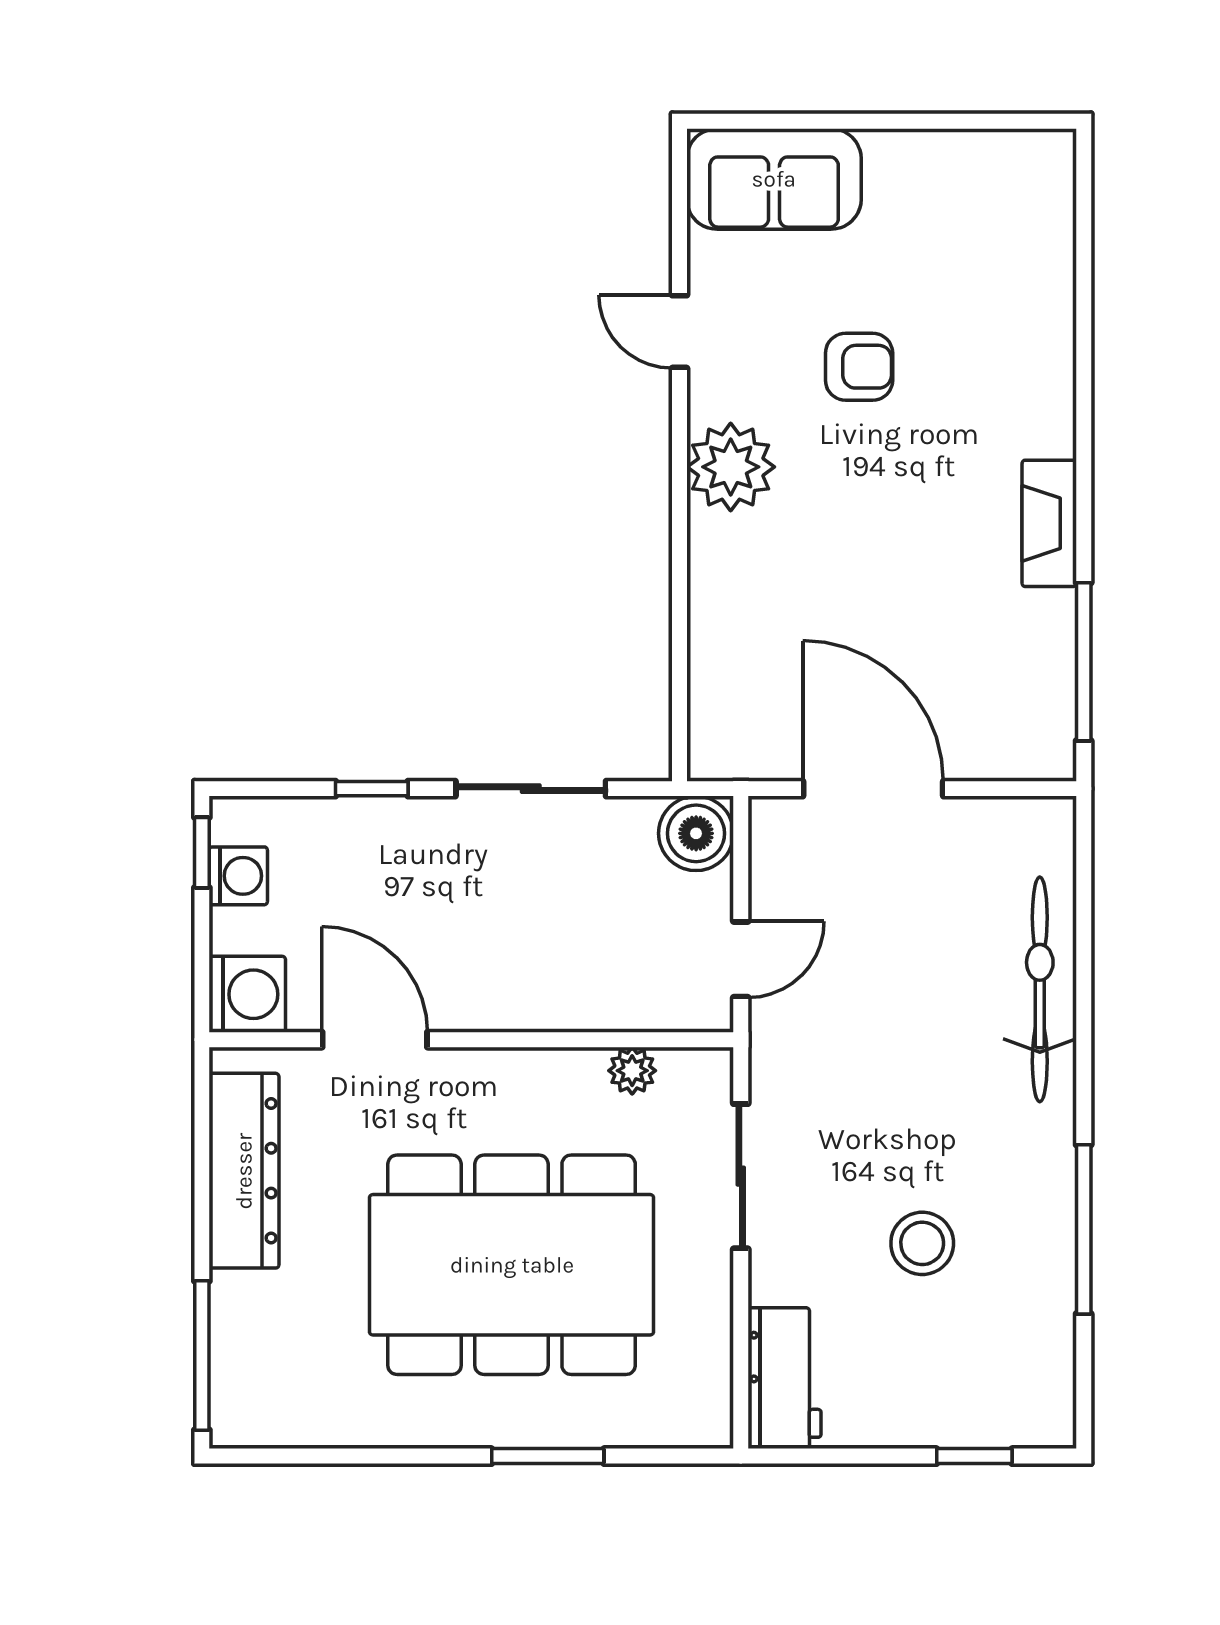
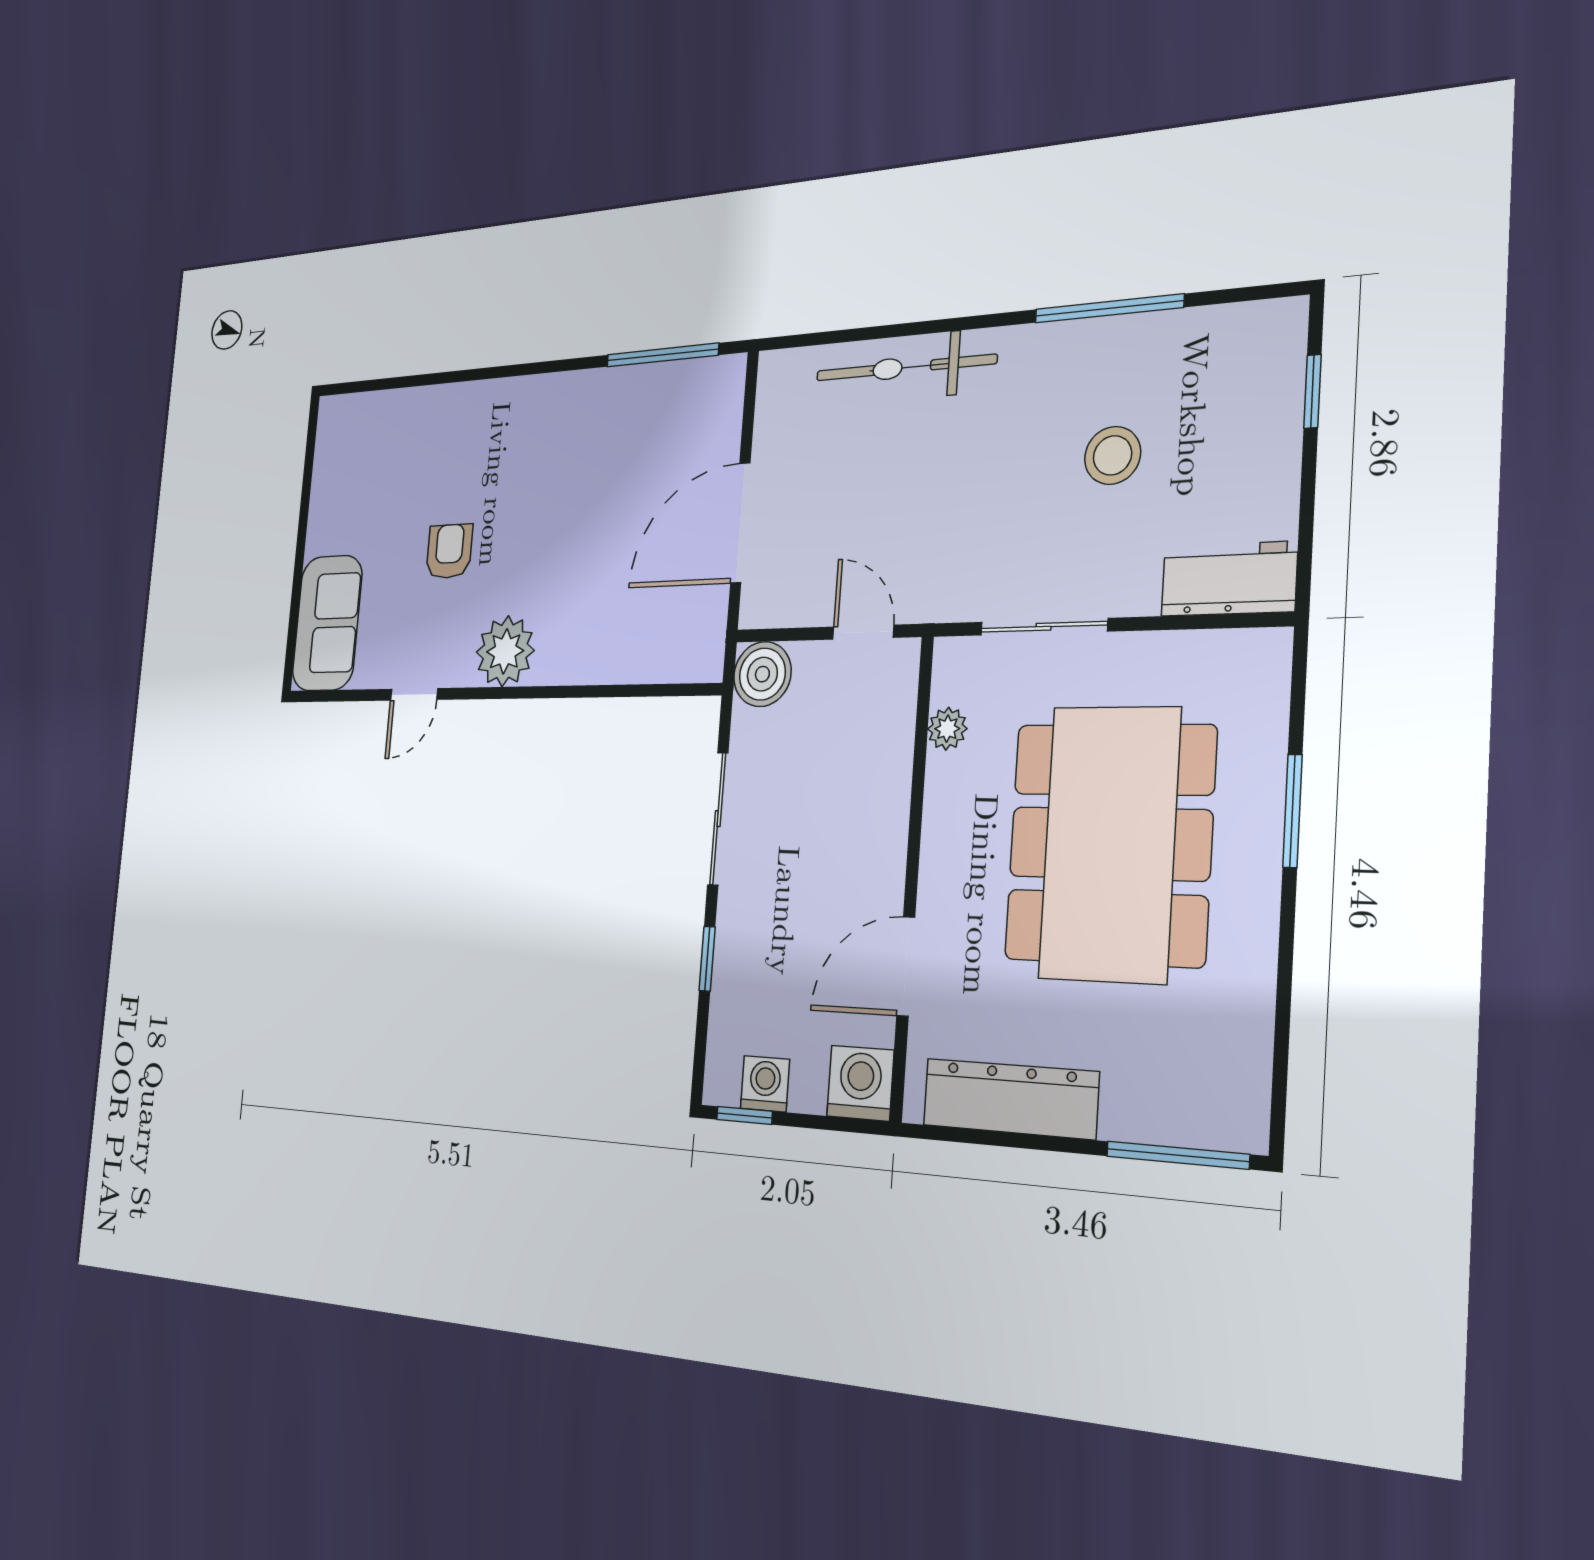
fireplace: (1049, 523) -> (565, 392), removed

